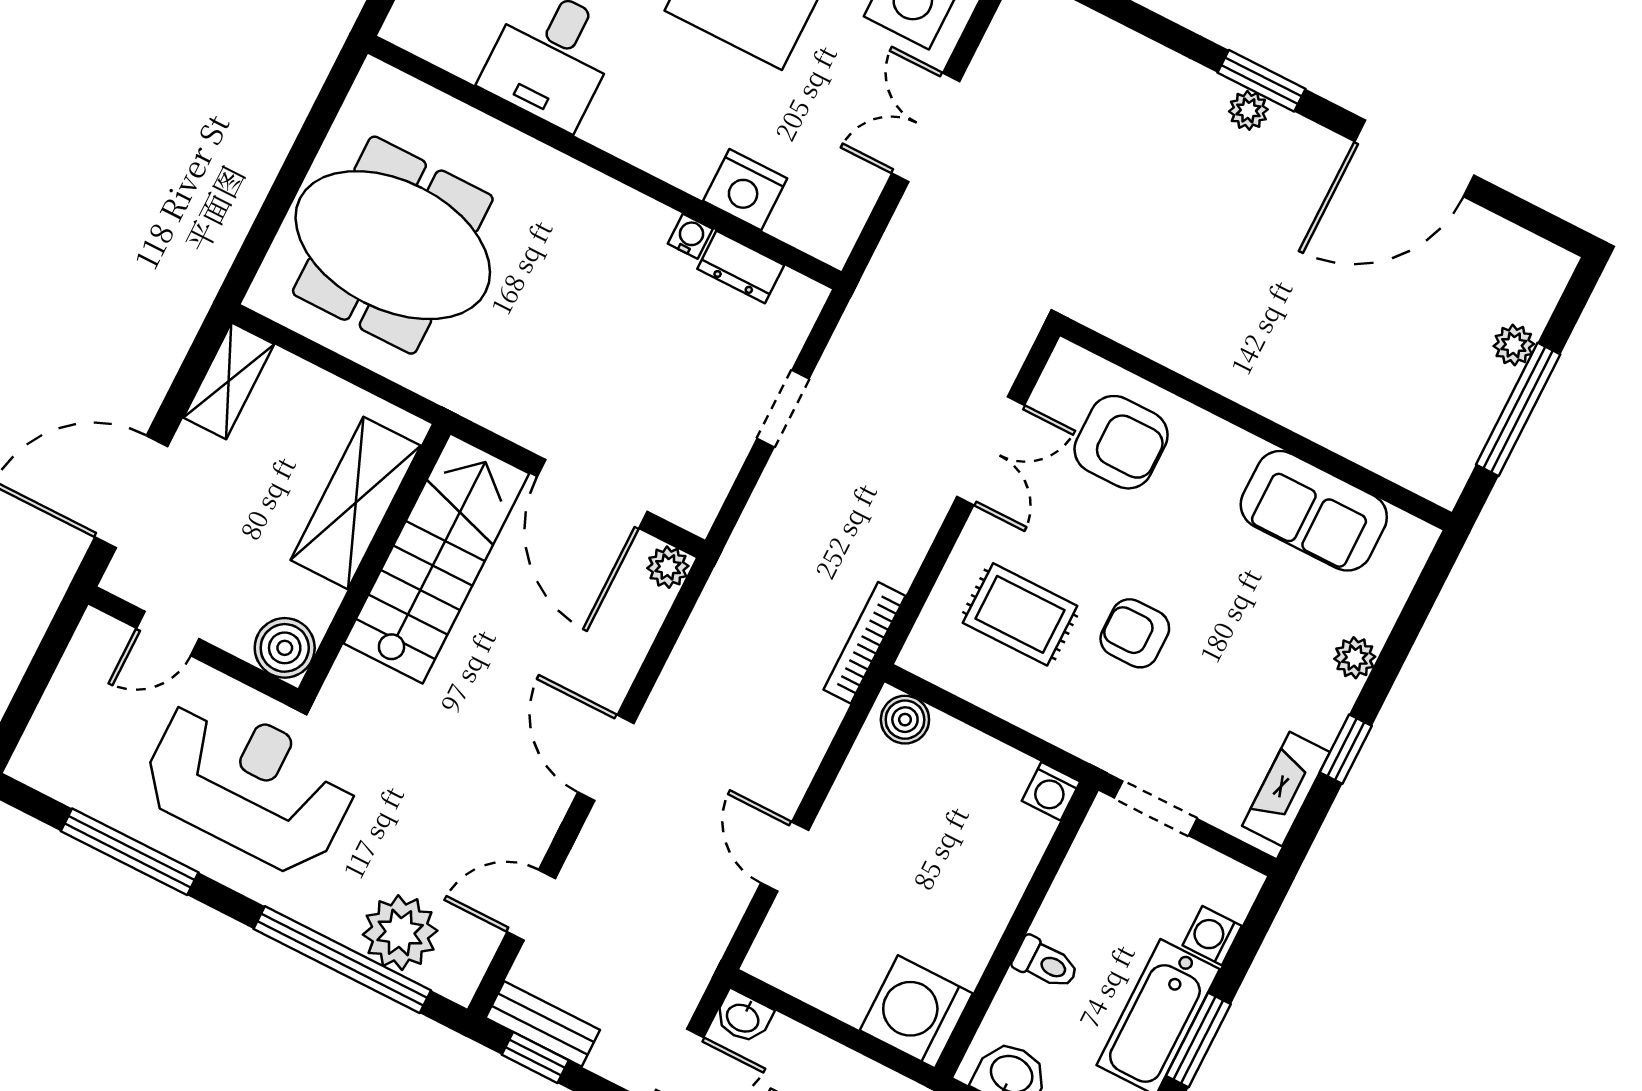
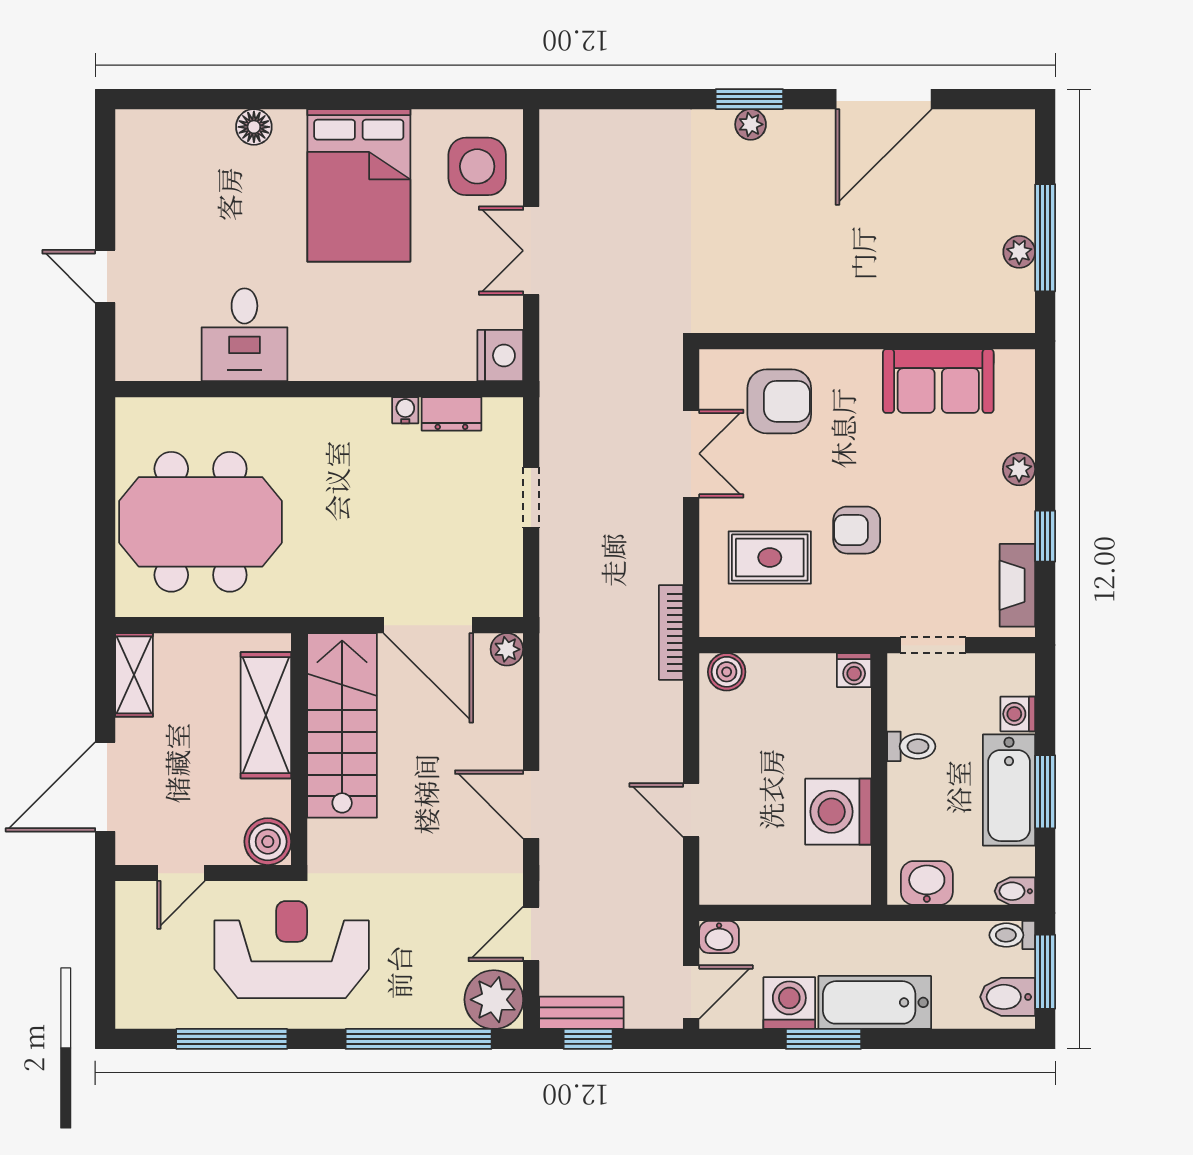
nightstand: (745, 190) -> (500, 356), moved, turned -90
plant: (1514, 345) -> (1019, 252), moved
plant: (400, 933) -> (494, 1000), moved
toilet: (1046, 963) -> (911, 746), moved
washing machine: (916, 1012) -> (838, 812), moved

